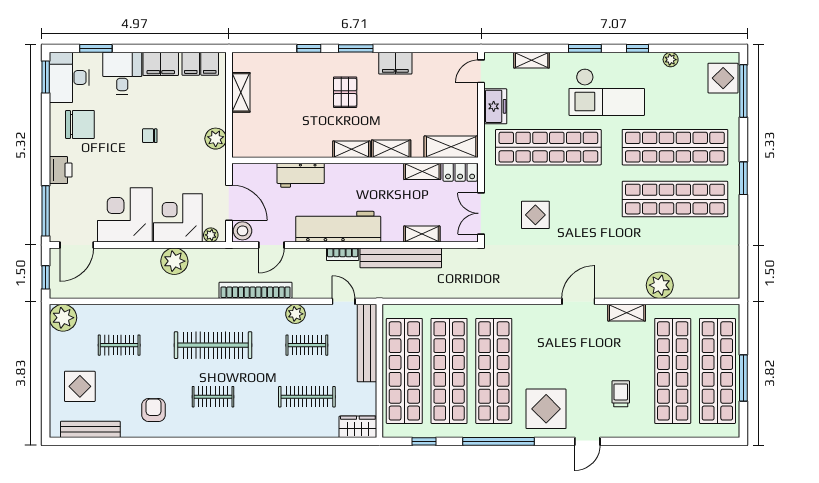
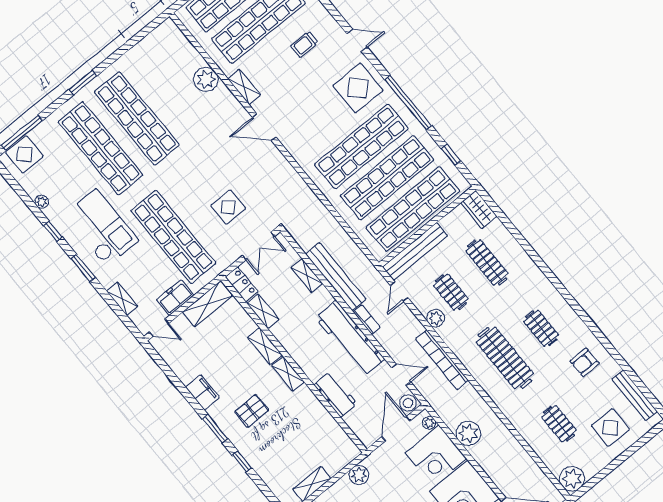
shelving: (451, 147) -> (207, 304), moved, turned 90

